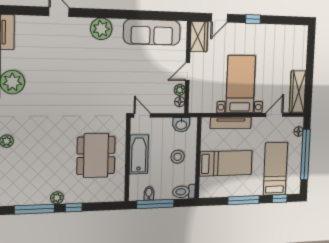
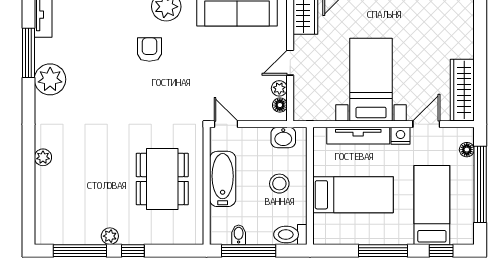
armchair: (88, 61) -> (149, 50), added
nightstand: (258, 123) -> (401, 136), added

